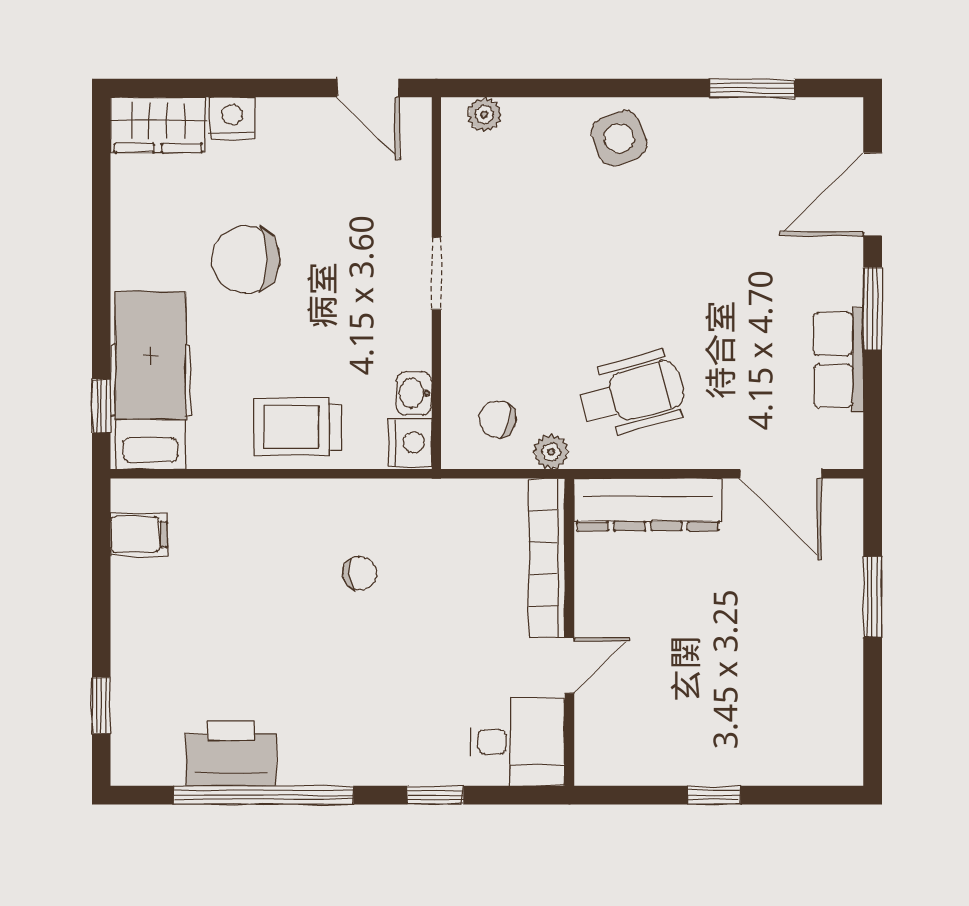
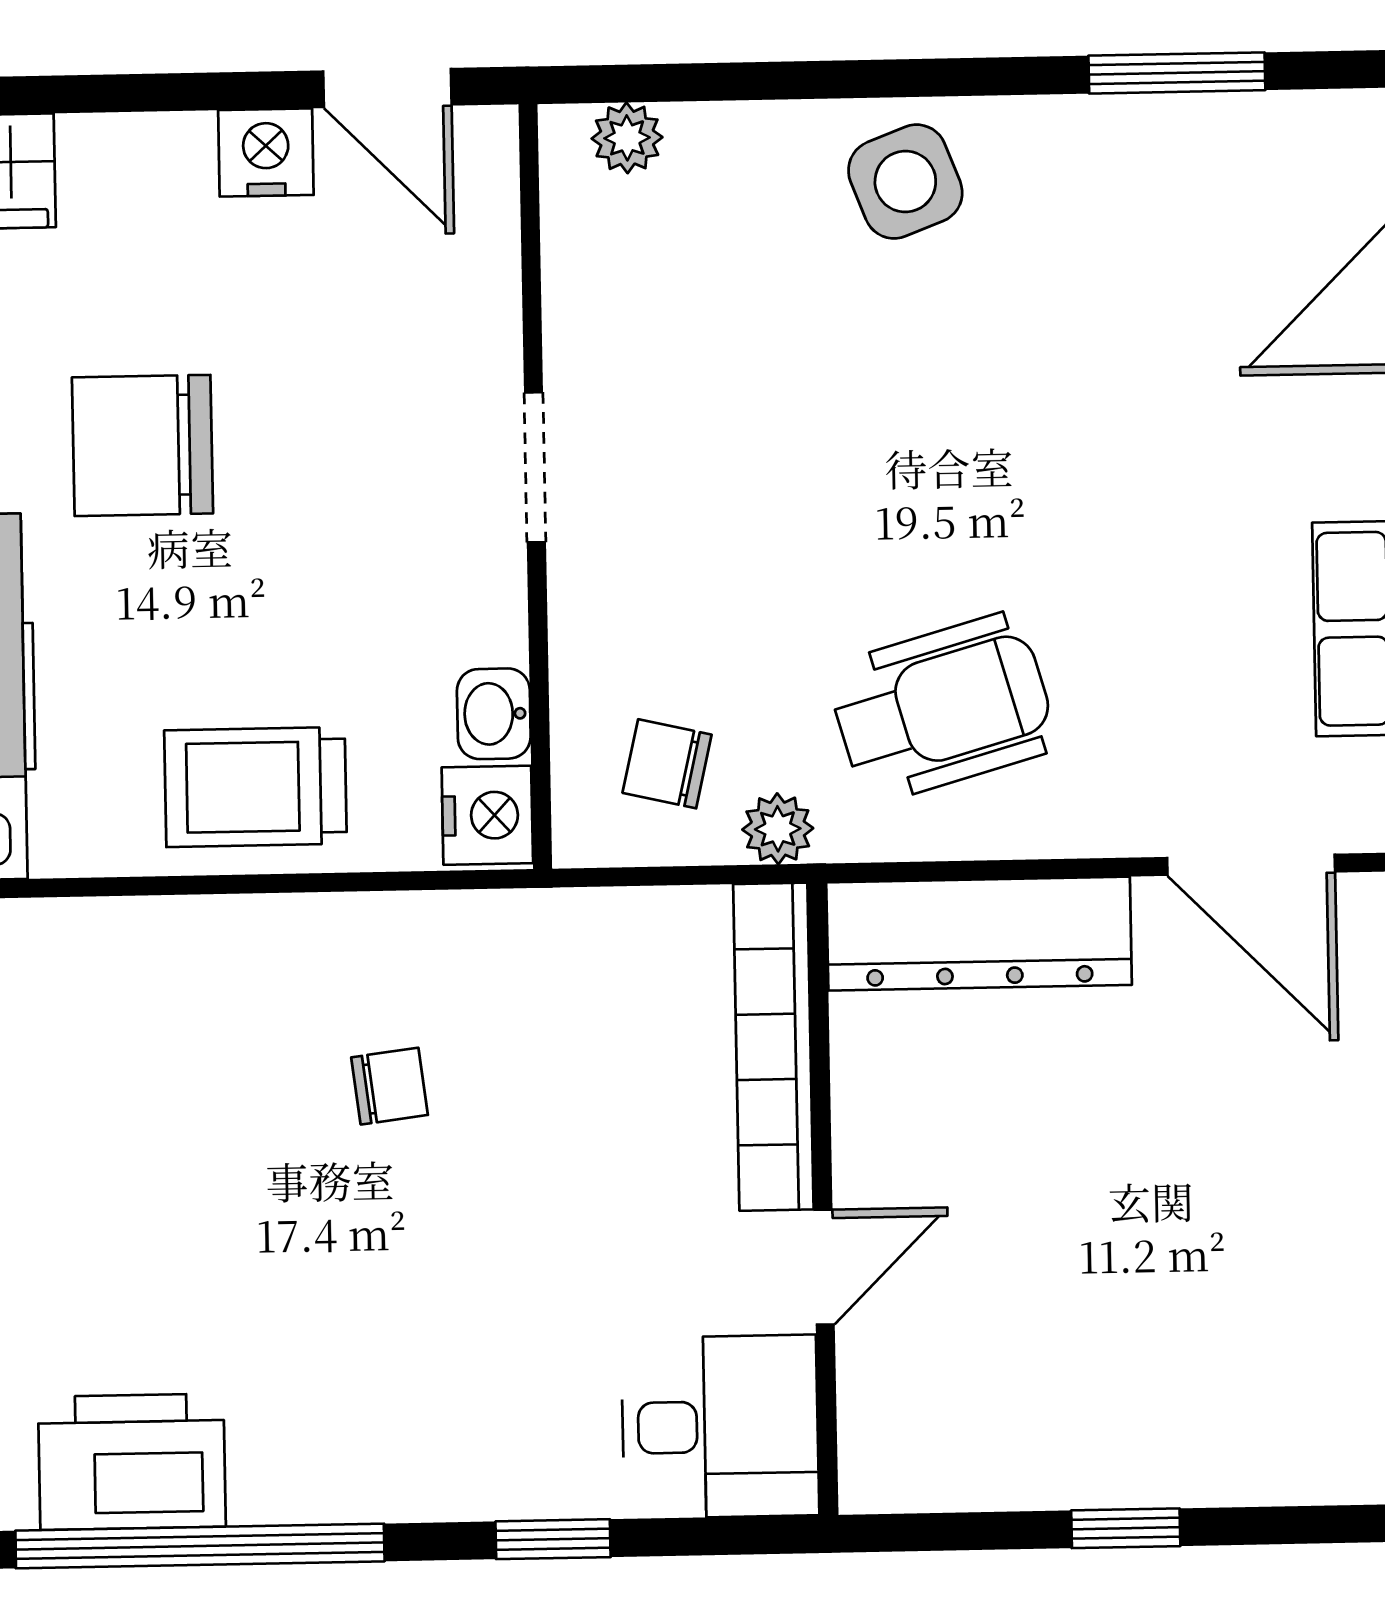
nightstand: (232, 118) -> (266, 153), moved

